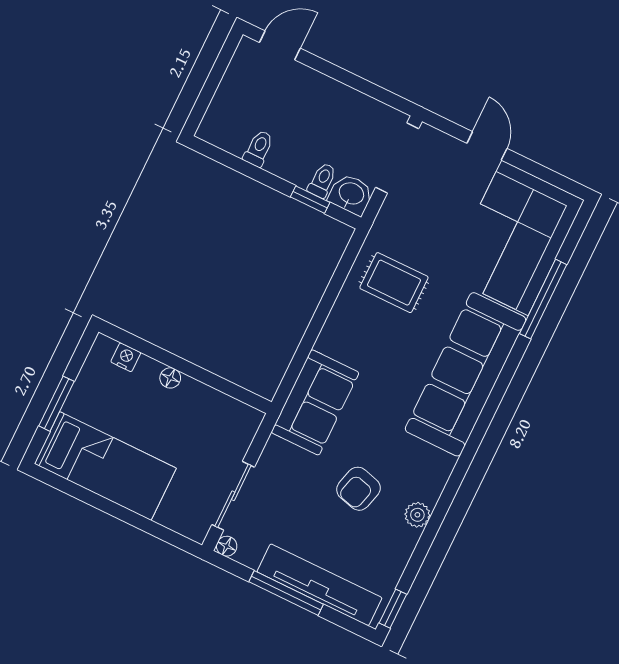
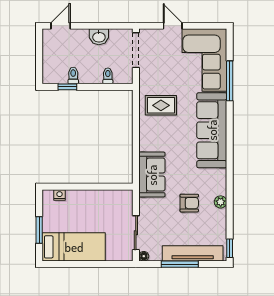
washbasin: (351, 194) -> (99, 37), moved, turned 180
window: (310, 200) -> (67, 87), moved
floor lamp: (170, 378) -> (83, 195), removed
armchair: (358, 489) -> (189, 203), turned -105

